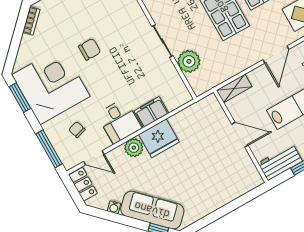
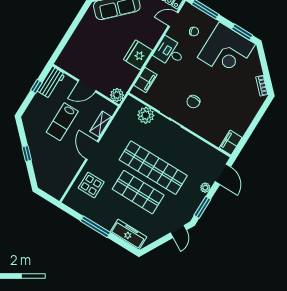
chair: (90, 49) -> (193, 102), moved
shelving: (234, 88) -> (101, 124), moved
filing cabinet: (151, 112) -> (145, 80), moved
plant: (134, 148) -> (117, 95), moved

